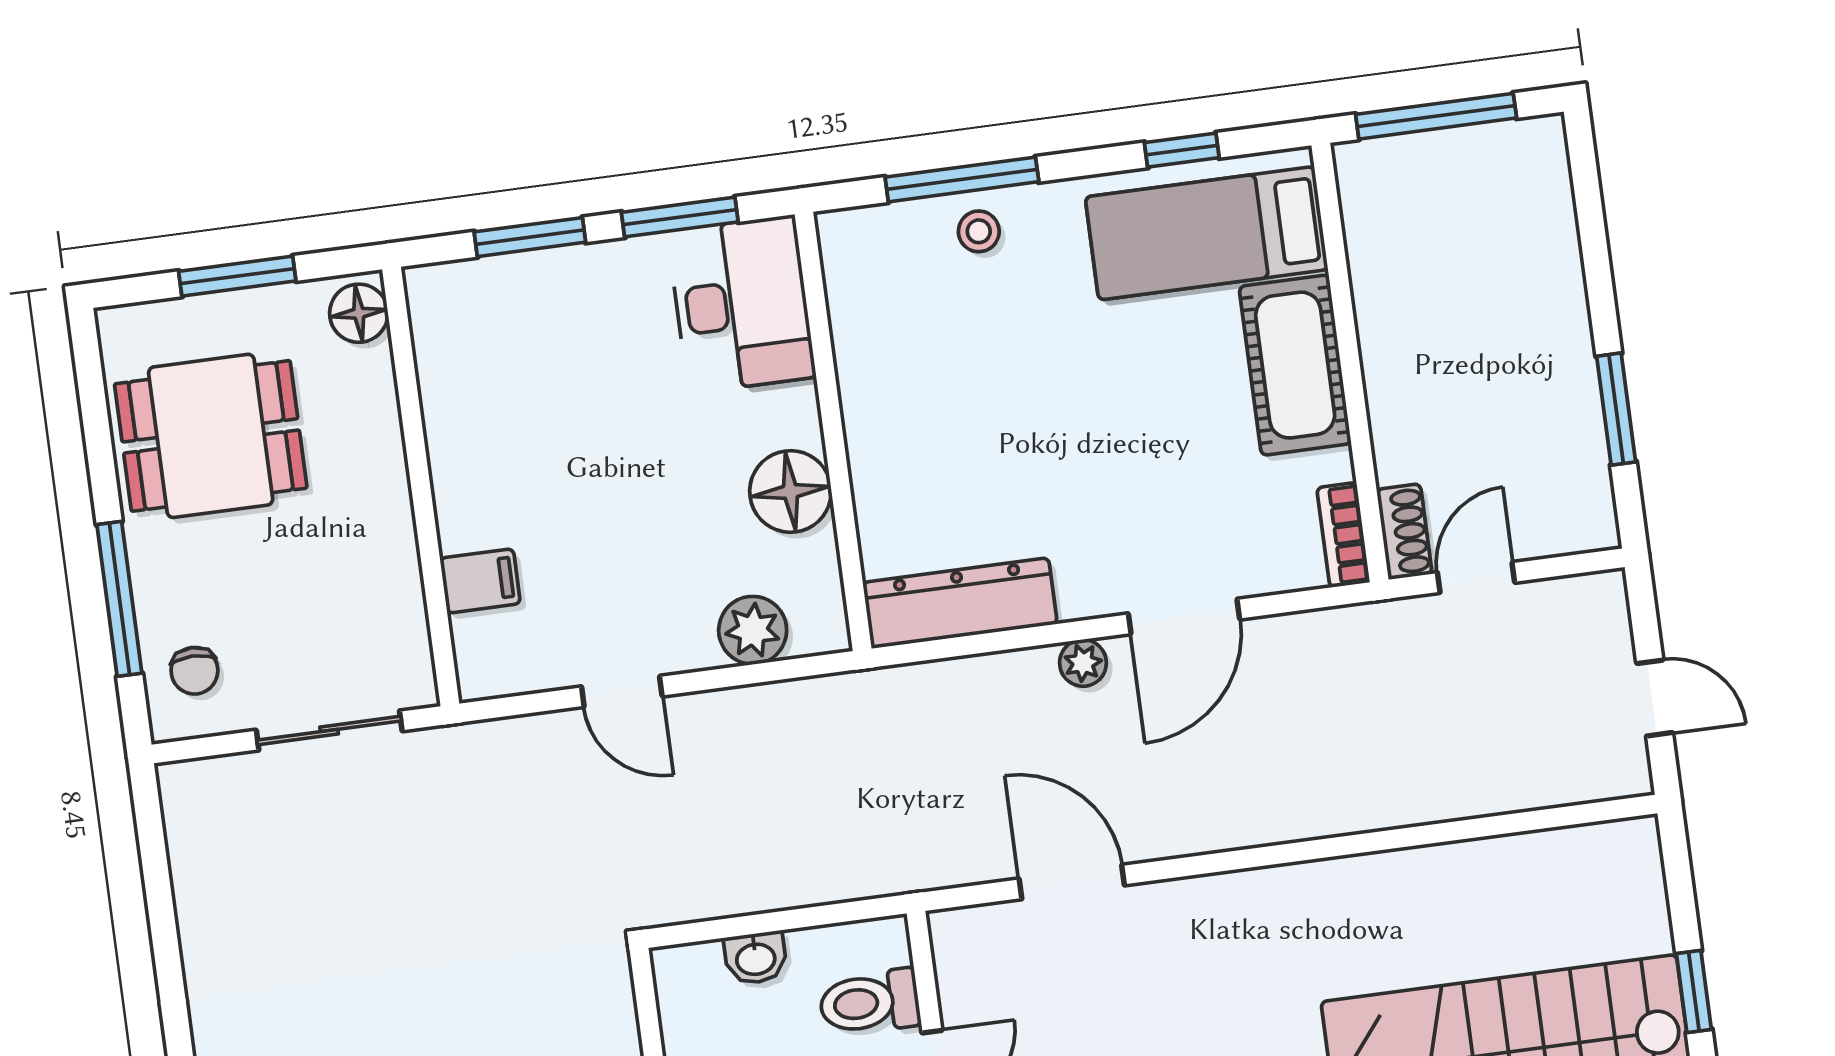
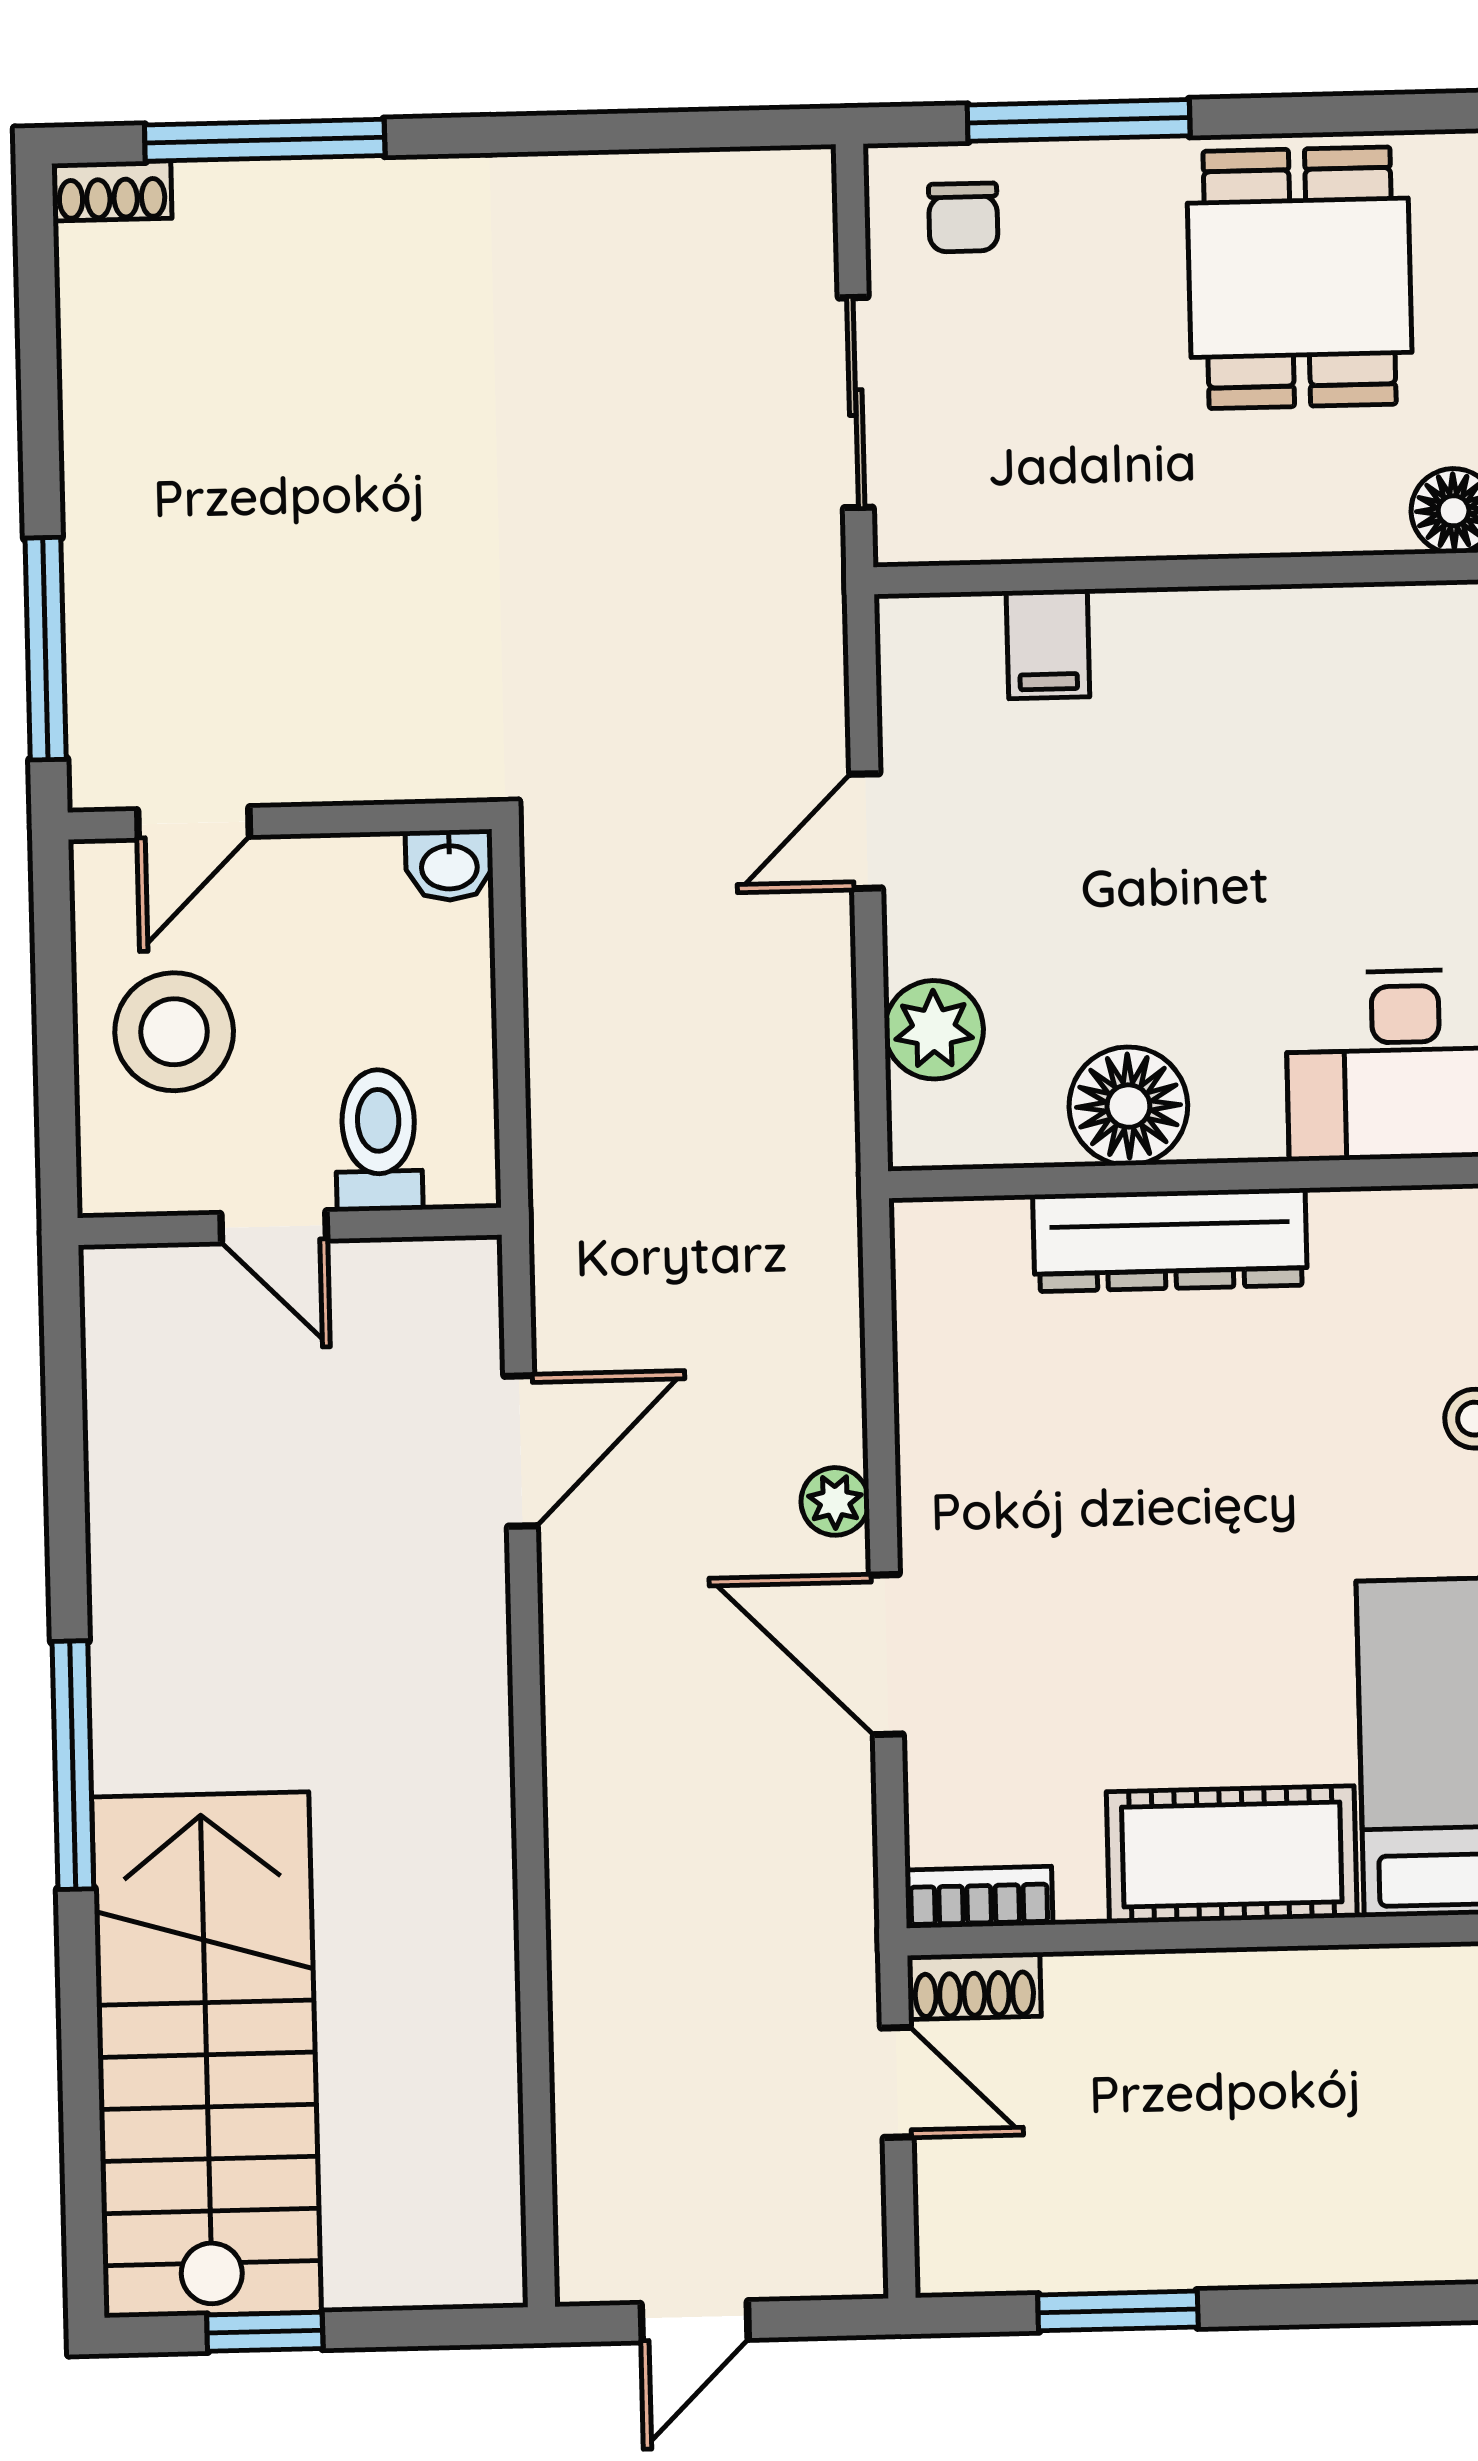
dresser: (960, 603) -> (1170, 1240), moved, turned 90
chair: (194, 671) -> (963, 217), turned -90
washbasin: (756, 958) -> (449, 865), moved, turned -90

